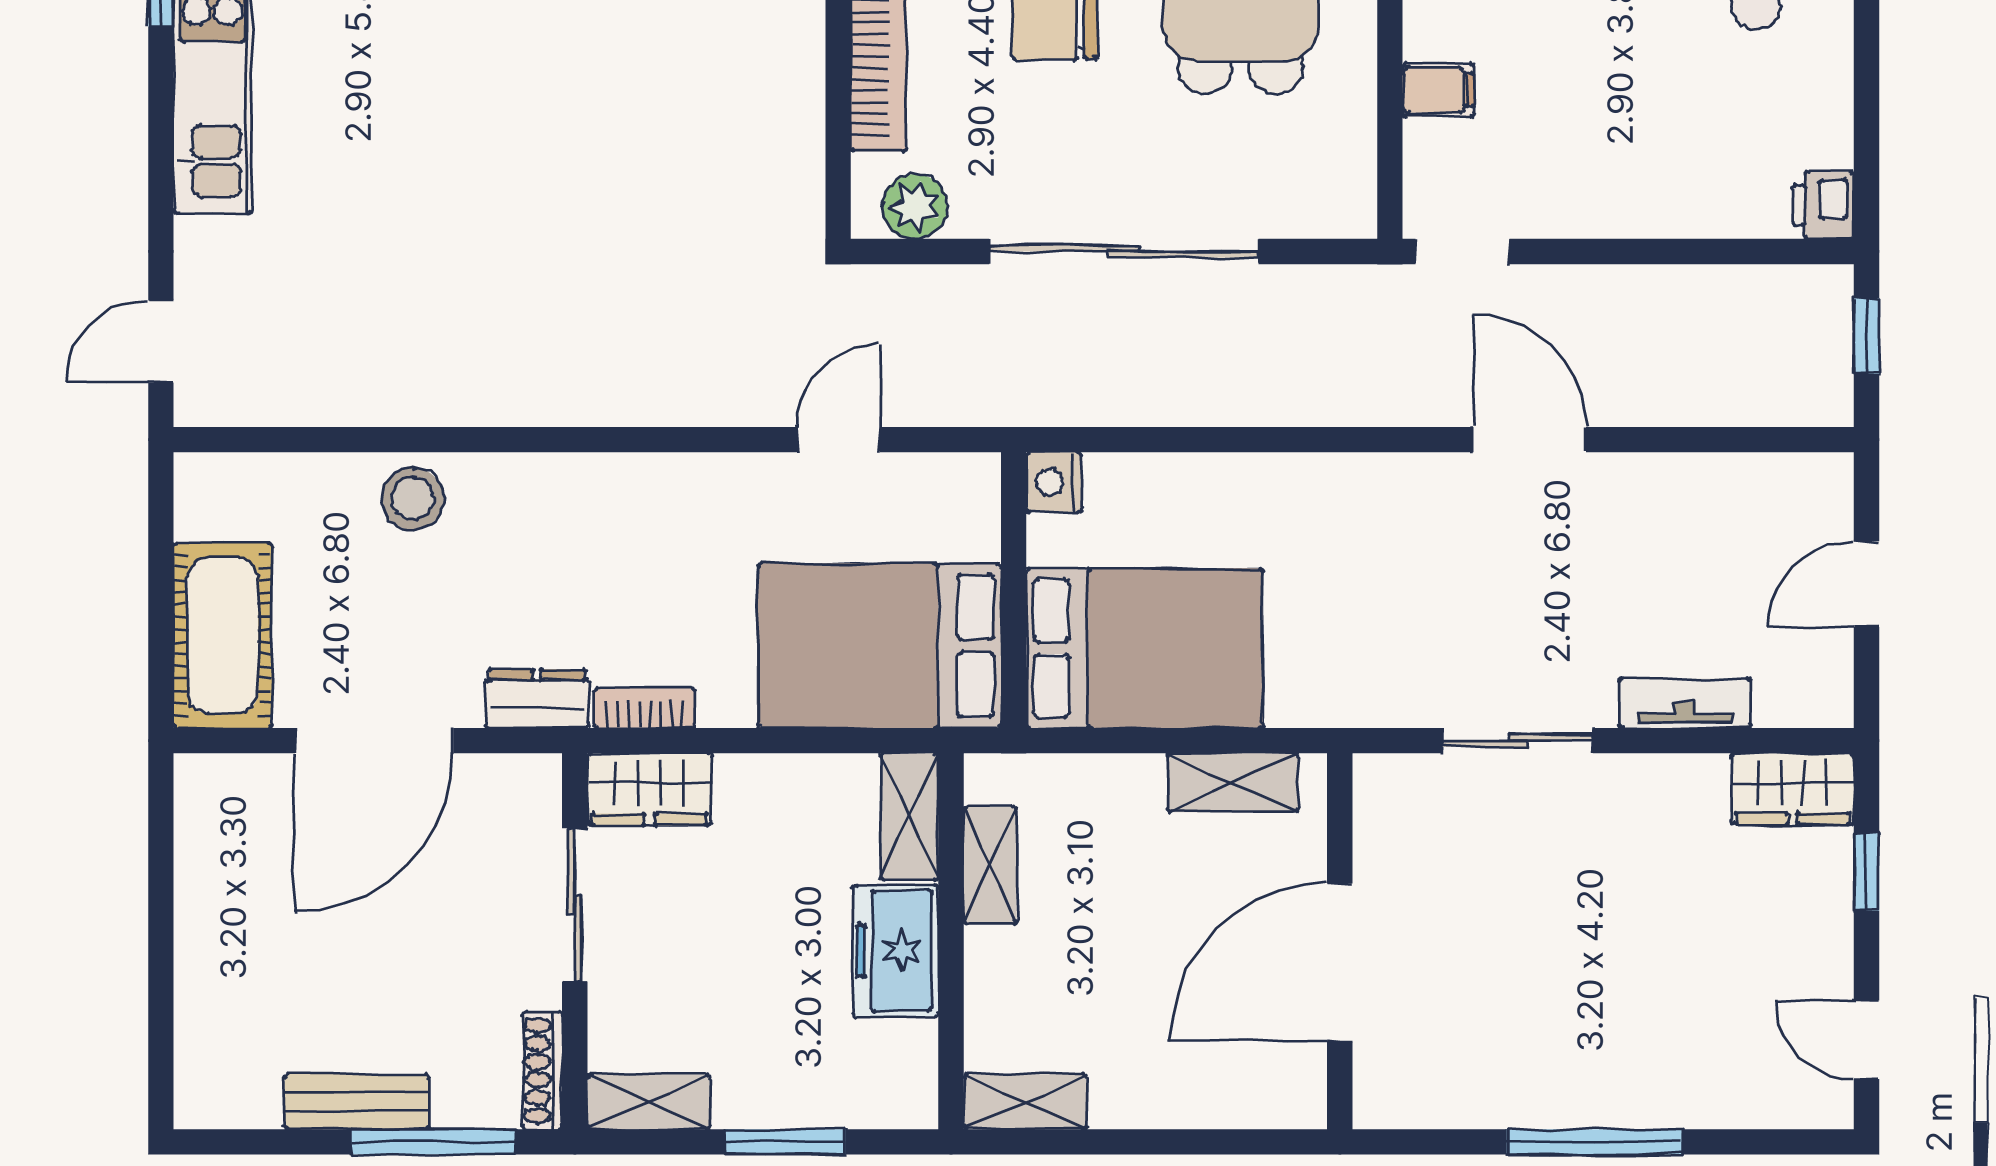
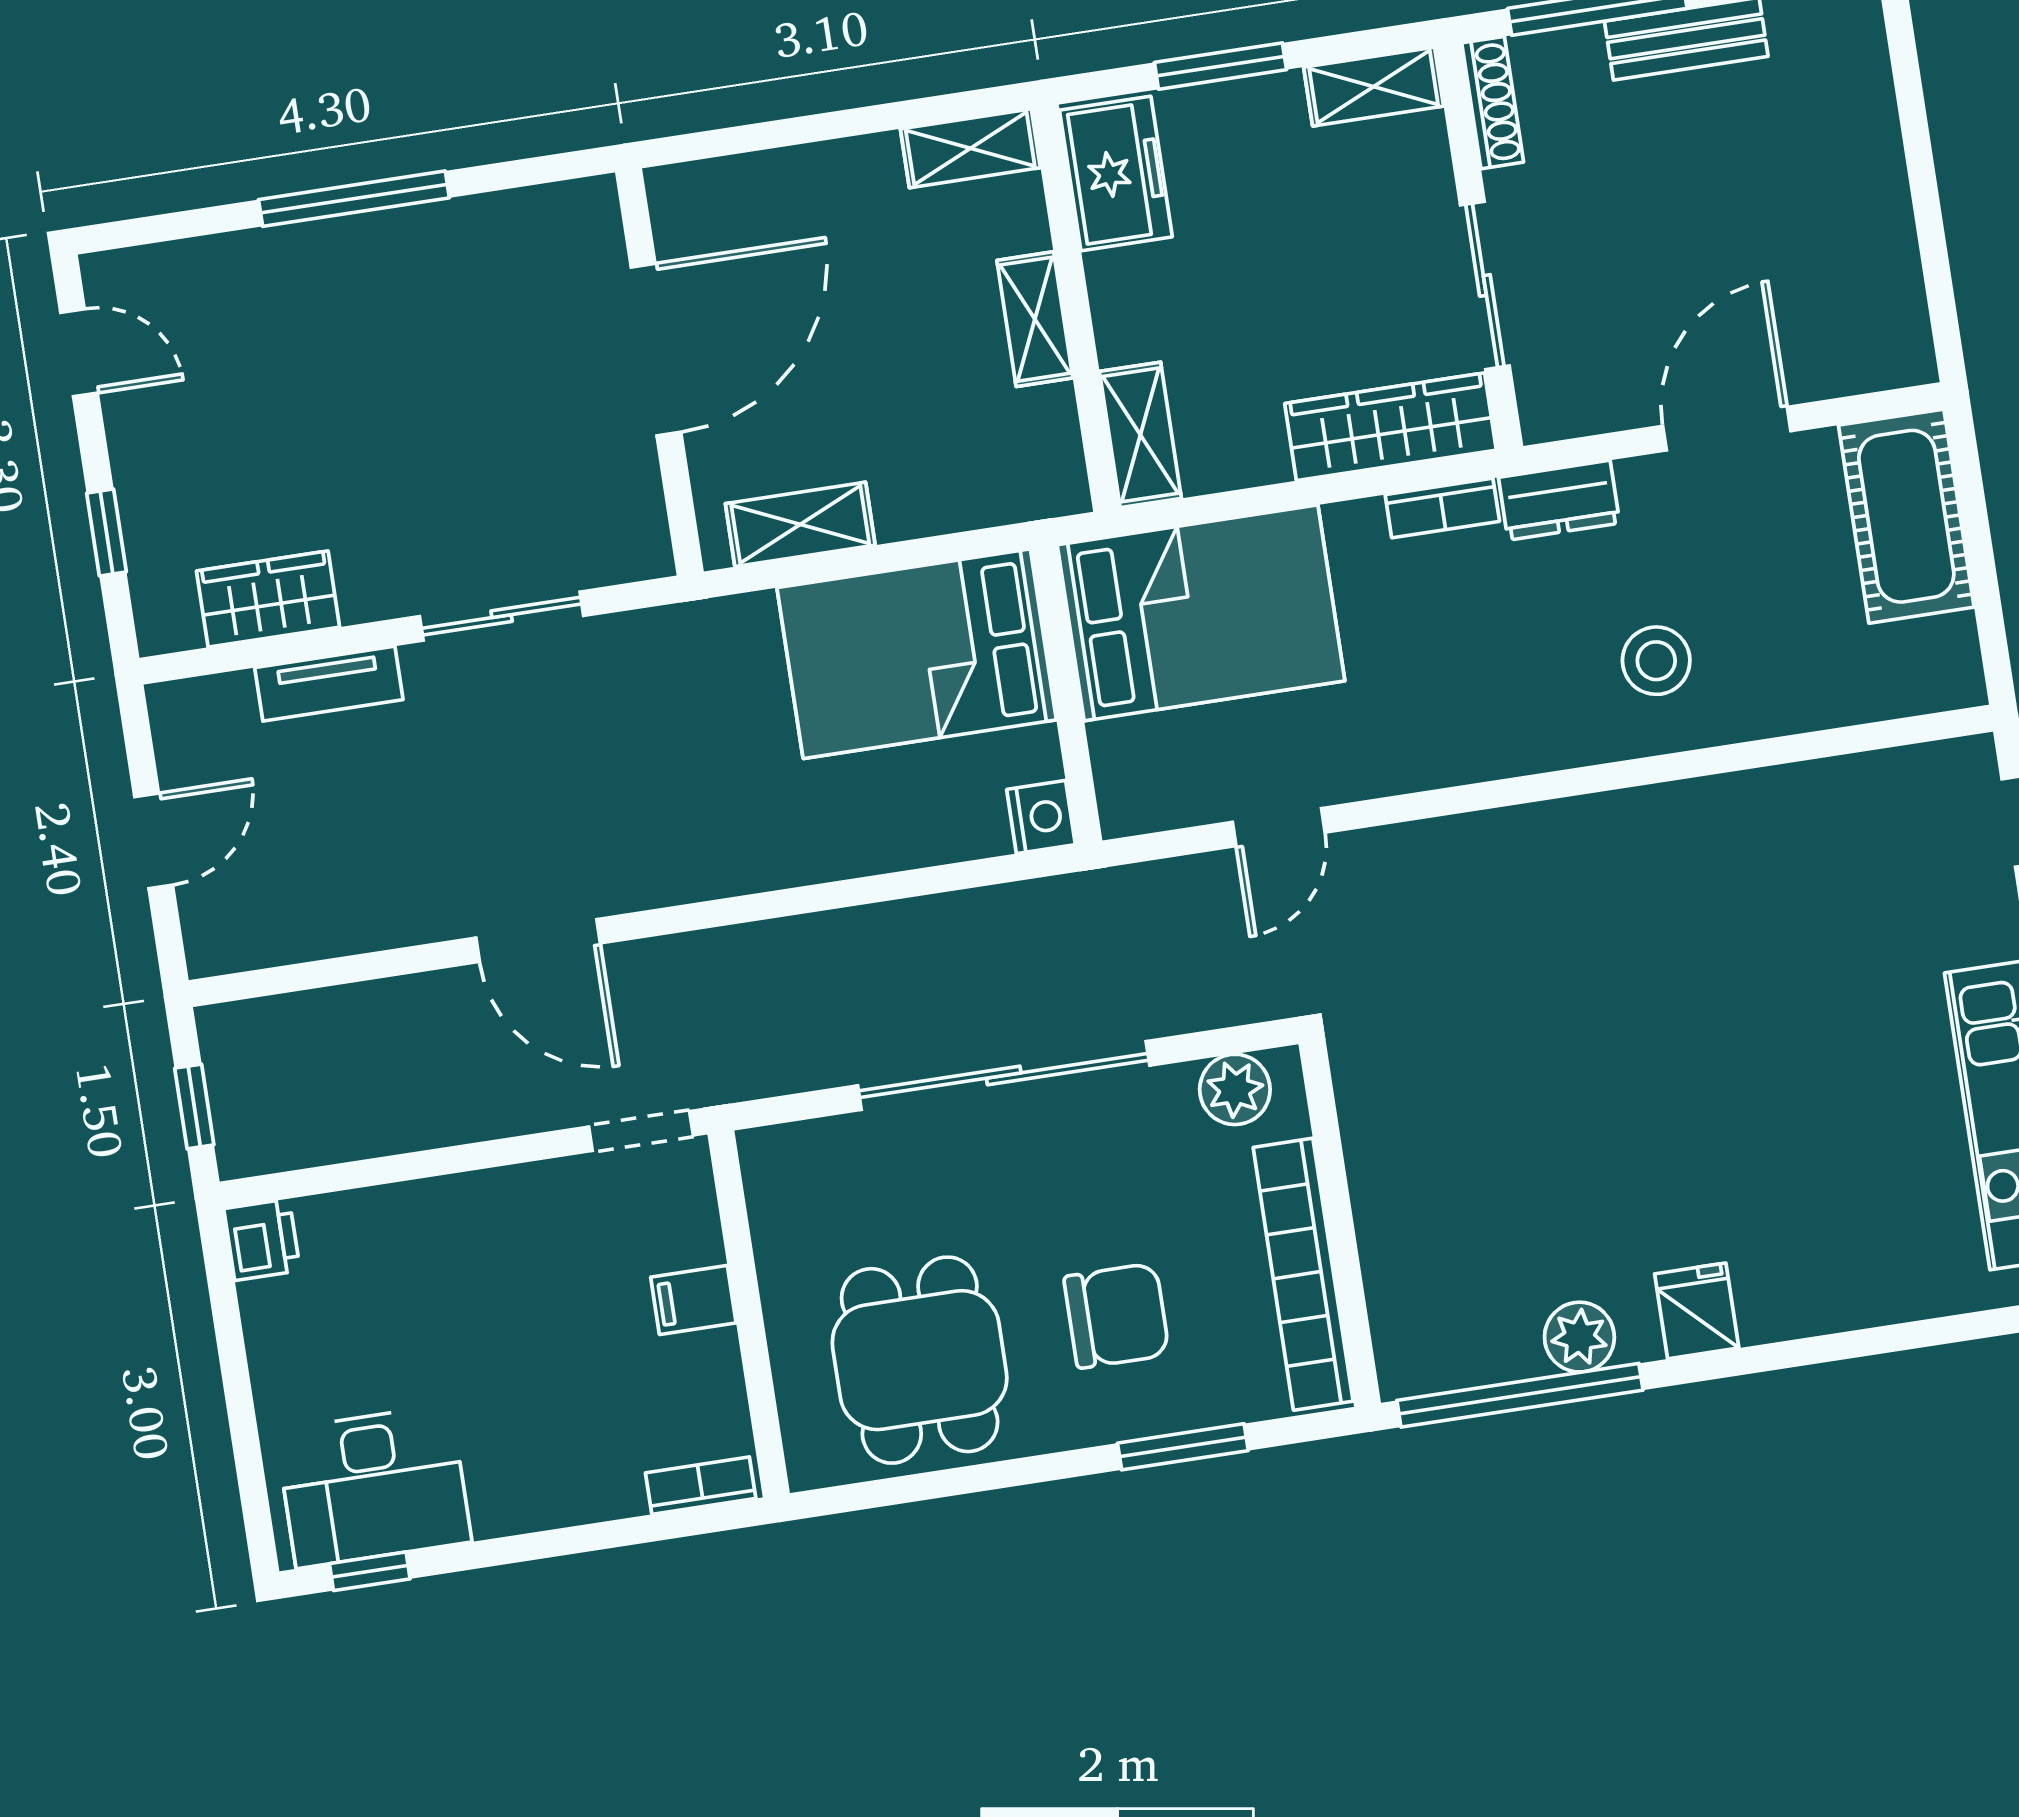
stool: (413, 499) -> (1656, 661), moved
door: (374, 741) -> (1727, 429), width x0.73
wardrobe: (650, 789) -> (1391, 427), width x1.50
wardrobe: (1793, 789) -> (268, 599), moved
shelving: (990, 865) -> (1035, 319), moved
freezer: (896, 951) -> (1116, 174), moved

